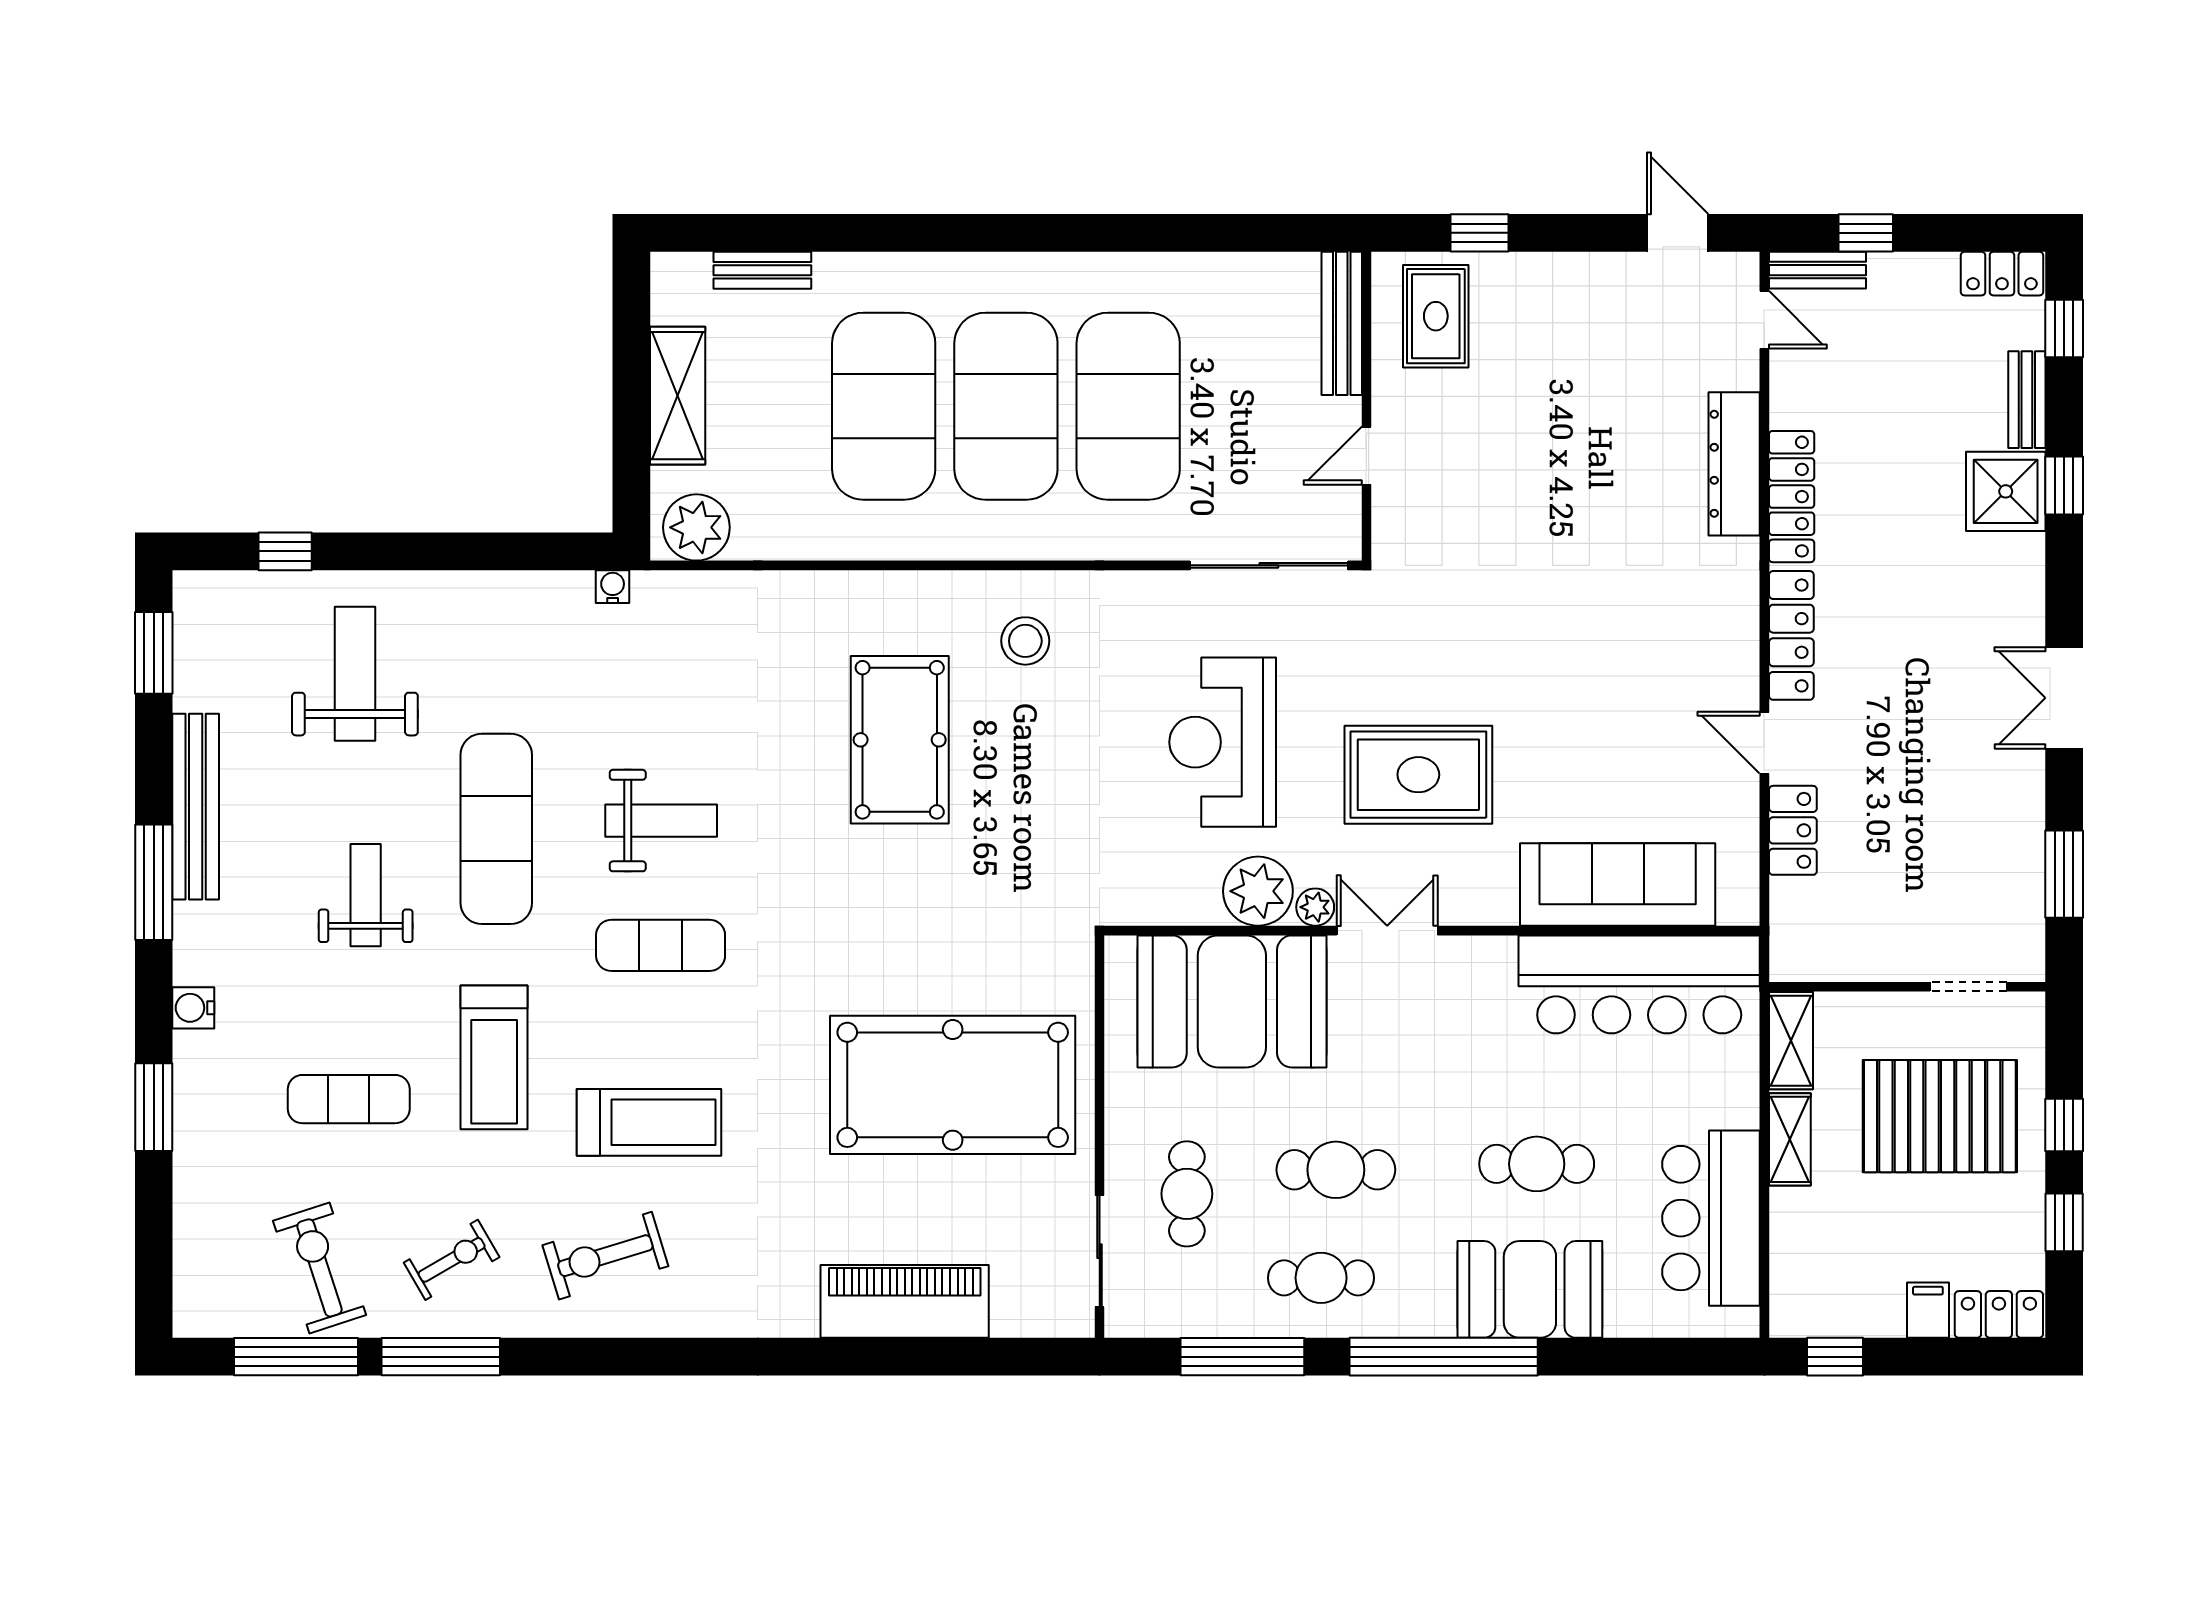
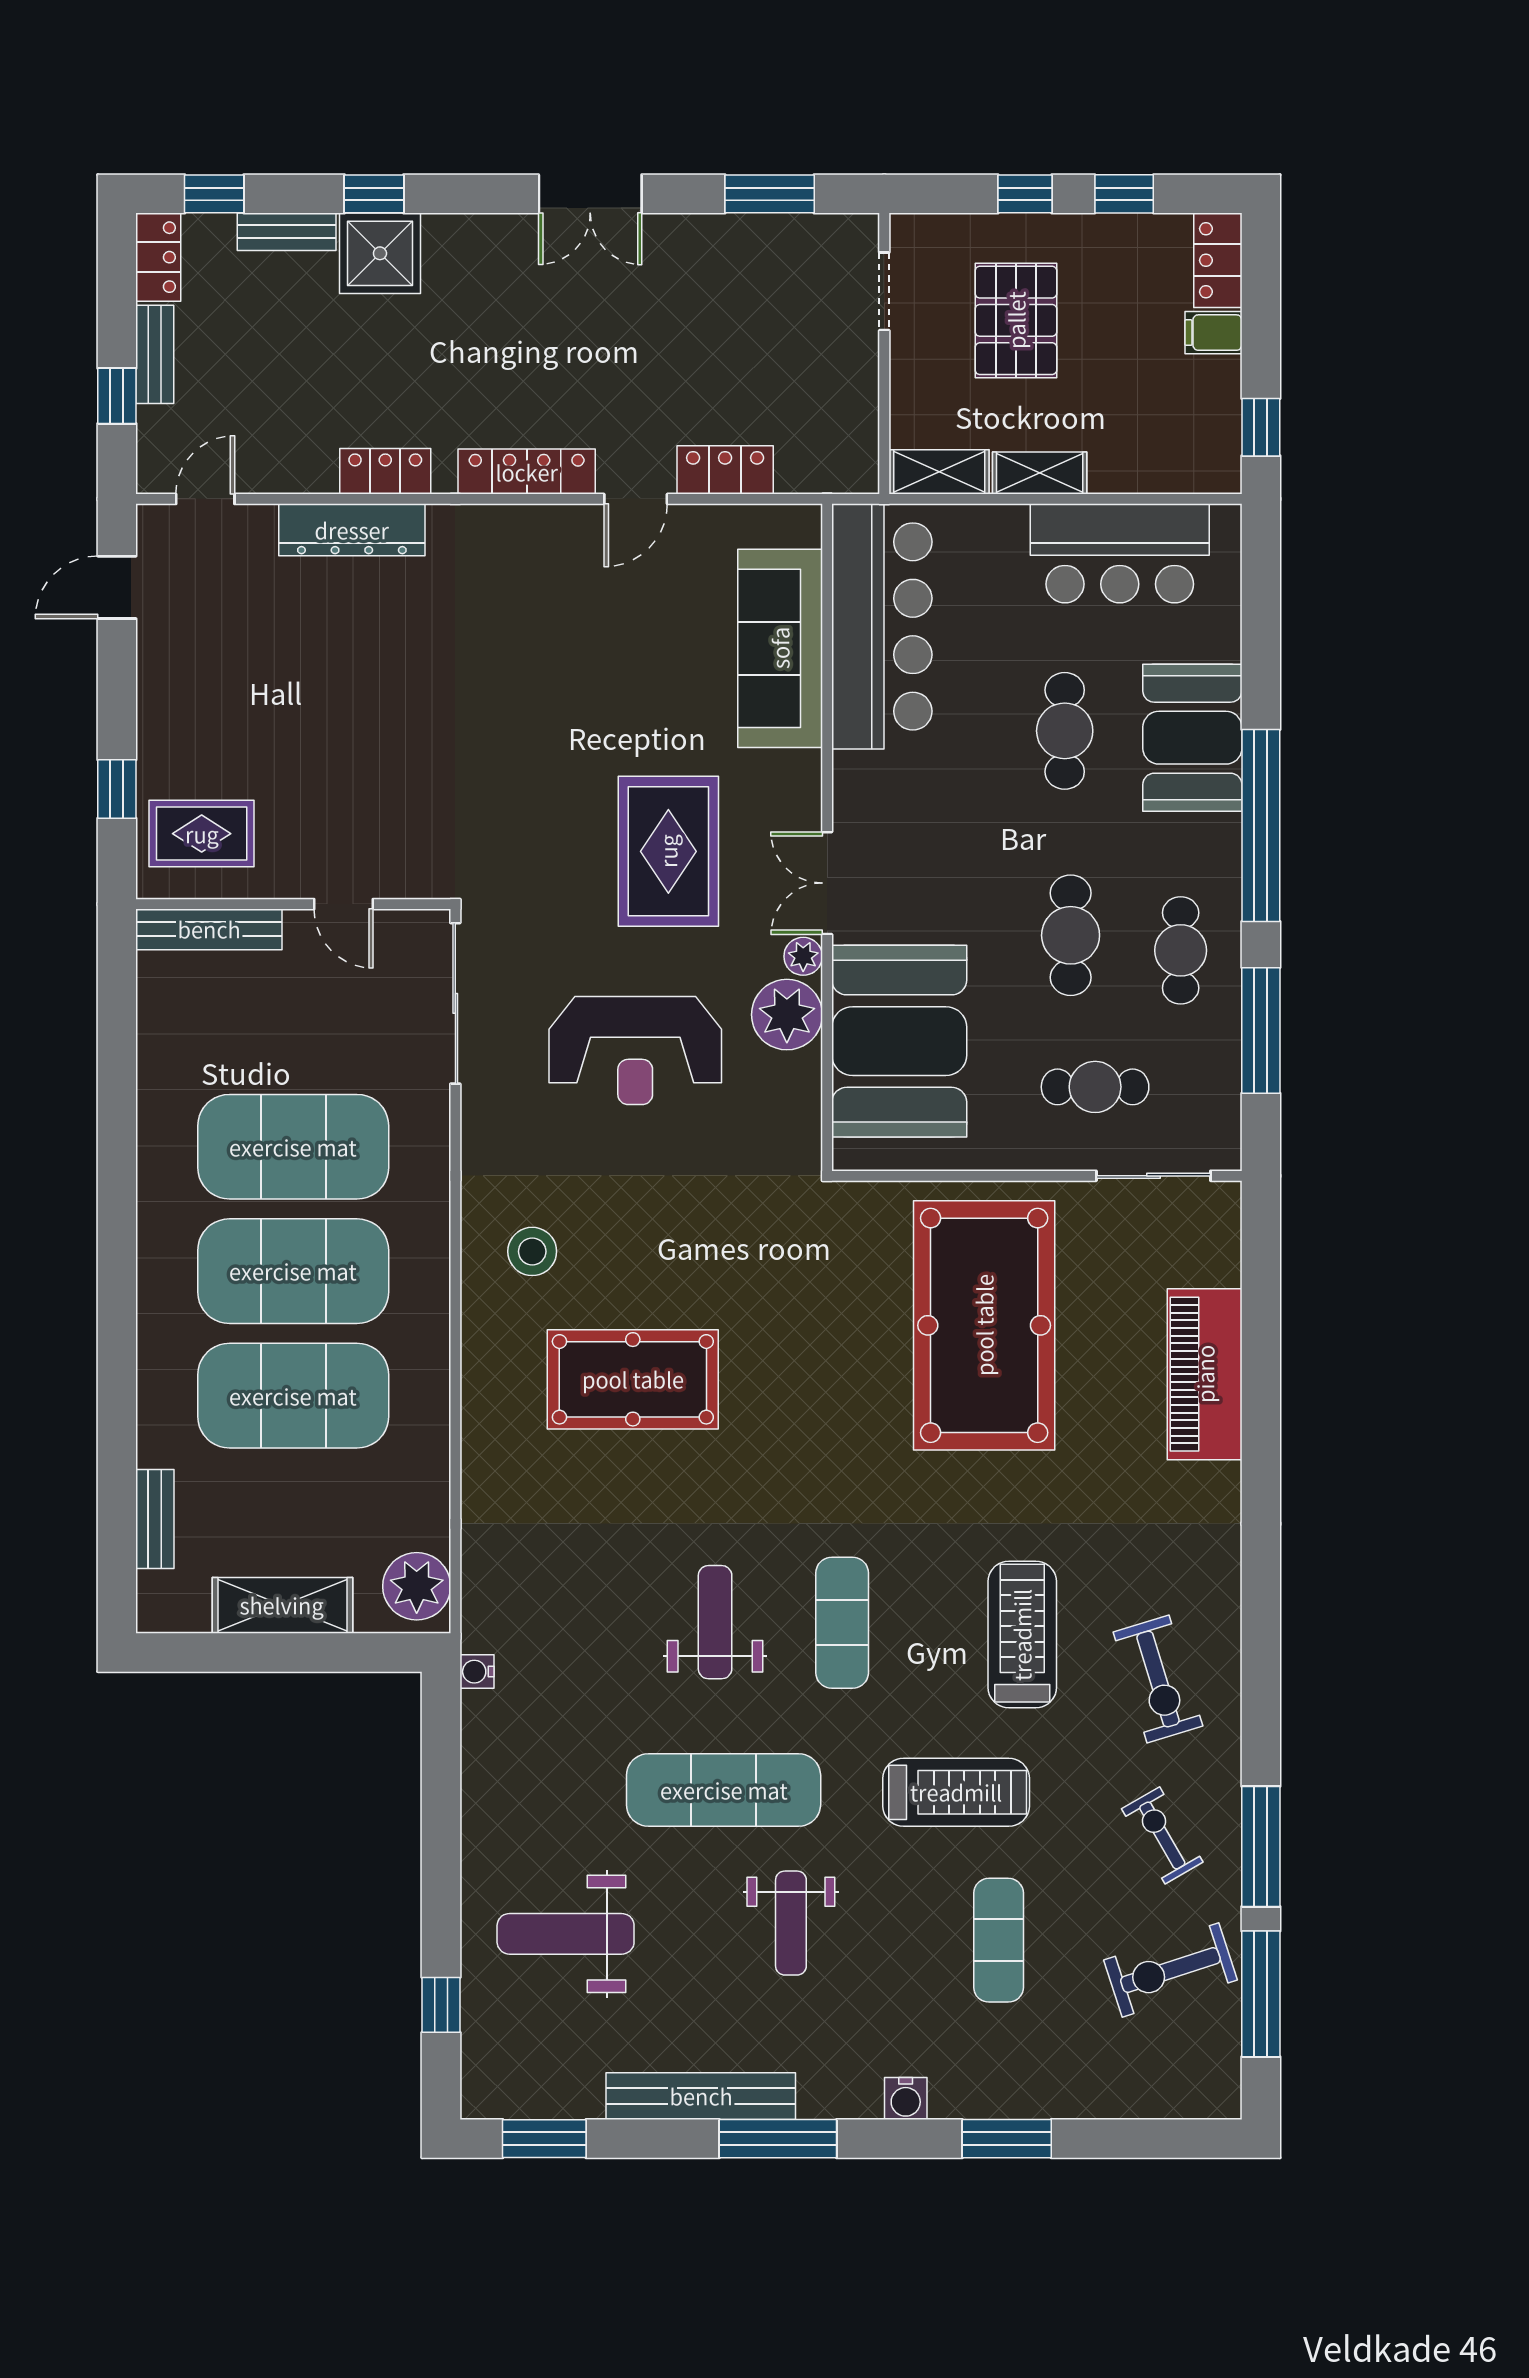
bench: (1817, 270) -> (155, 354), moved
locker: (1792, 497) -> (385, 471), width x0.66
weight bench: (366, 895) -> (791, 1923), turned -90
pallet: (1940, 1116) -> (1016, 320), width x0.73, depth x0.71

